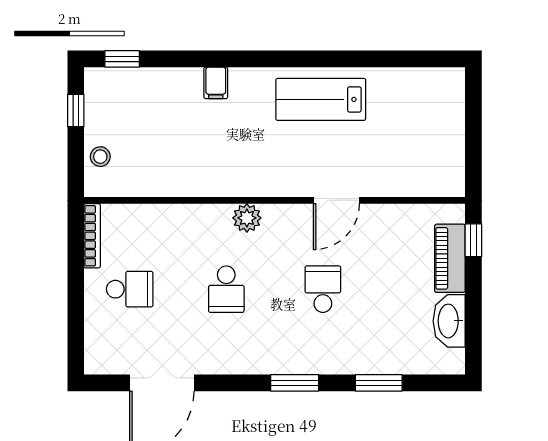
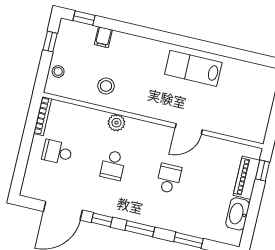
filing cabinet: (216, 83) -> (103, 37), moved
stool: (184, 162) -> (106, 86), added
plant: (247, 218) -> (116, 123), moved
school desk: (130, 289) -> (57, 152), turned 180
window: (229, 383) -> (102, 220), added

